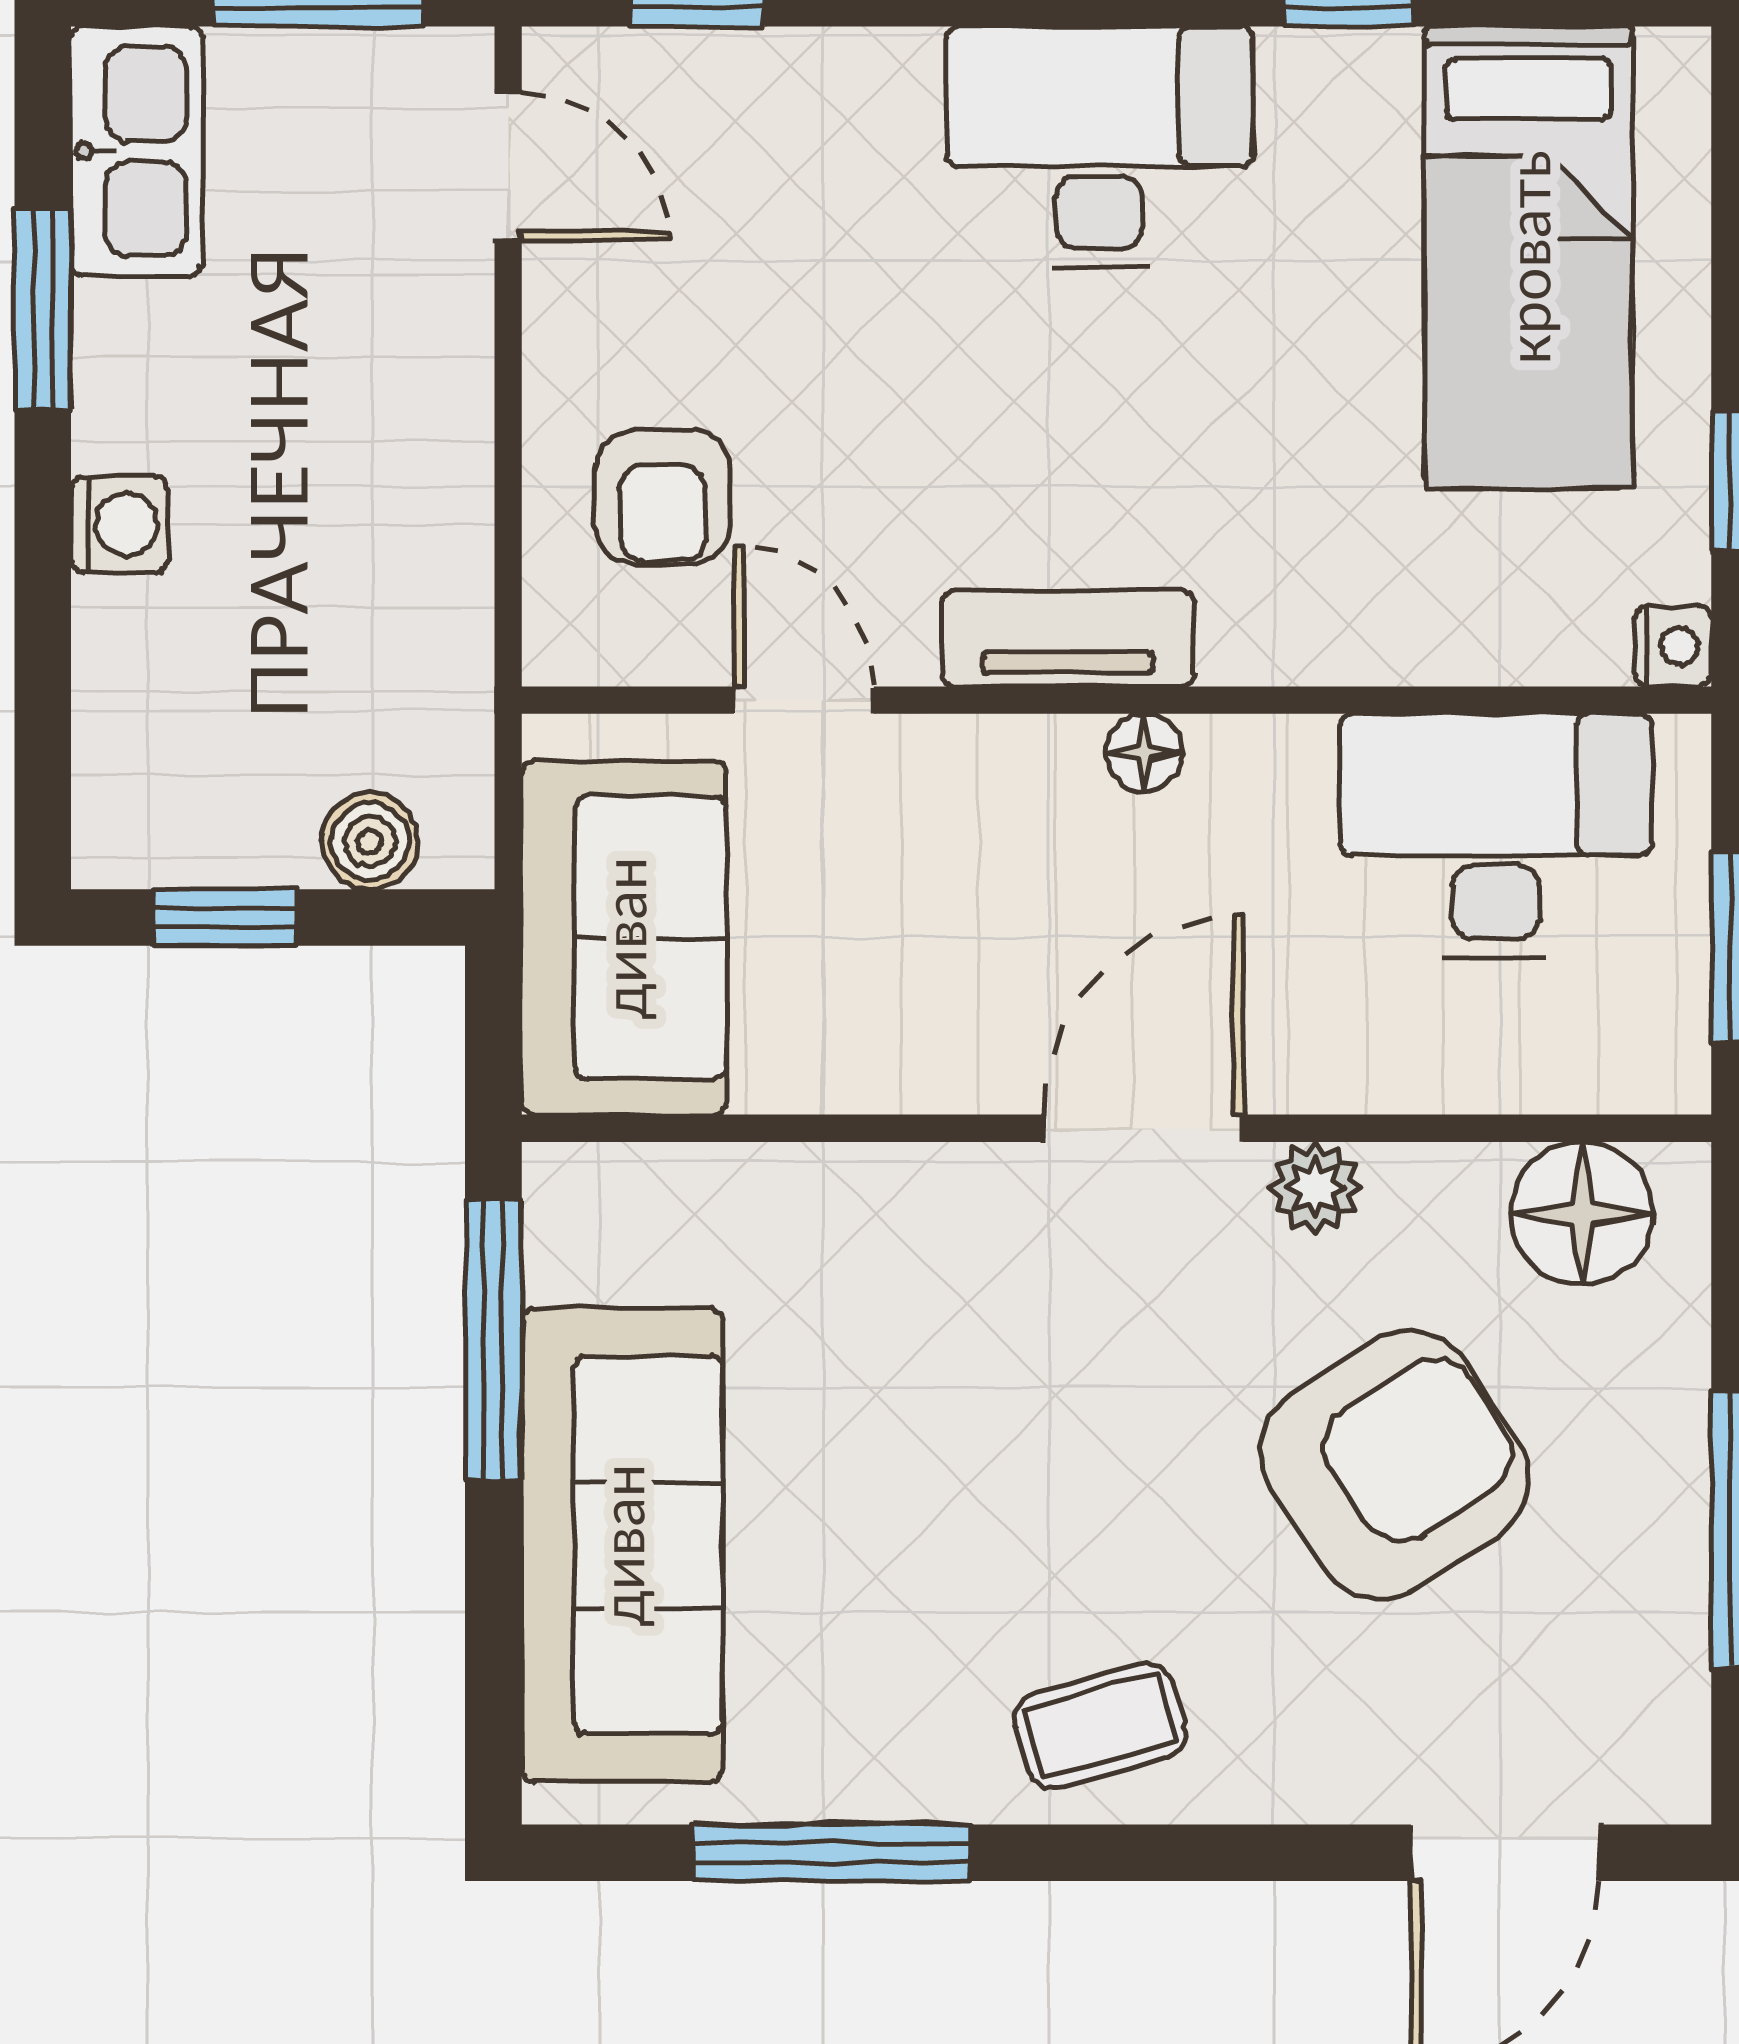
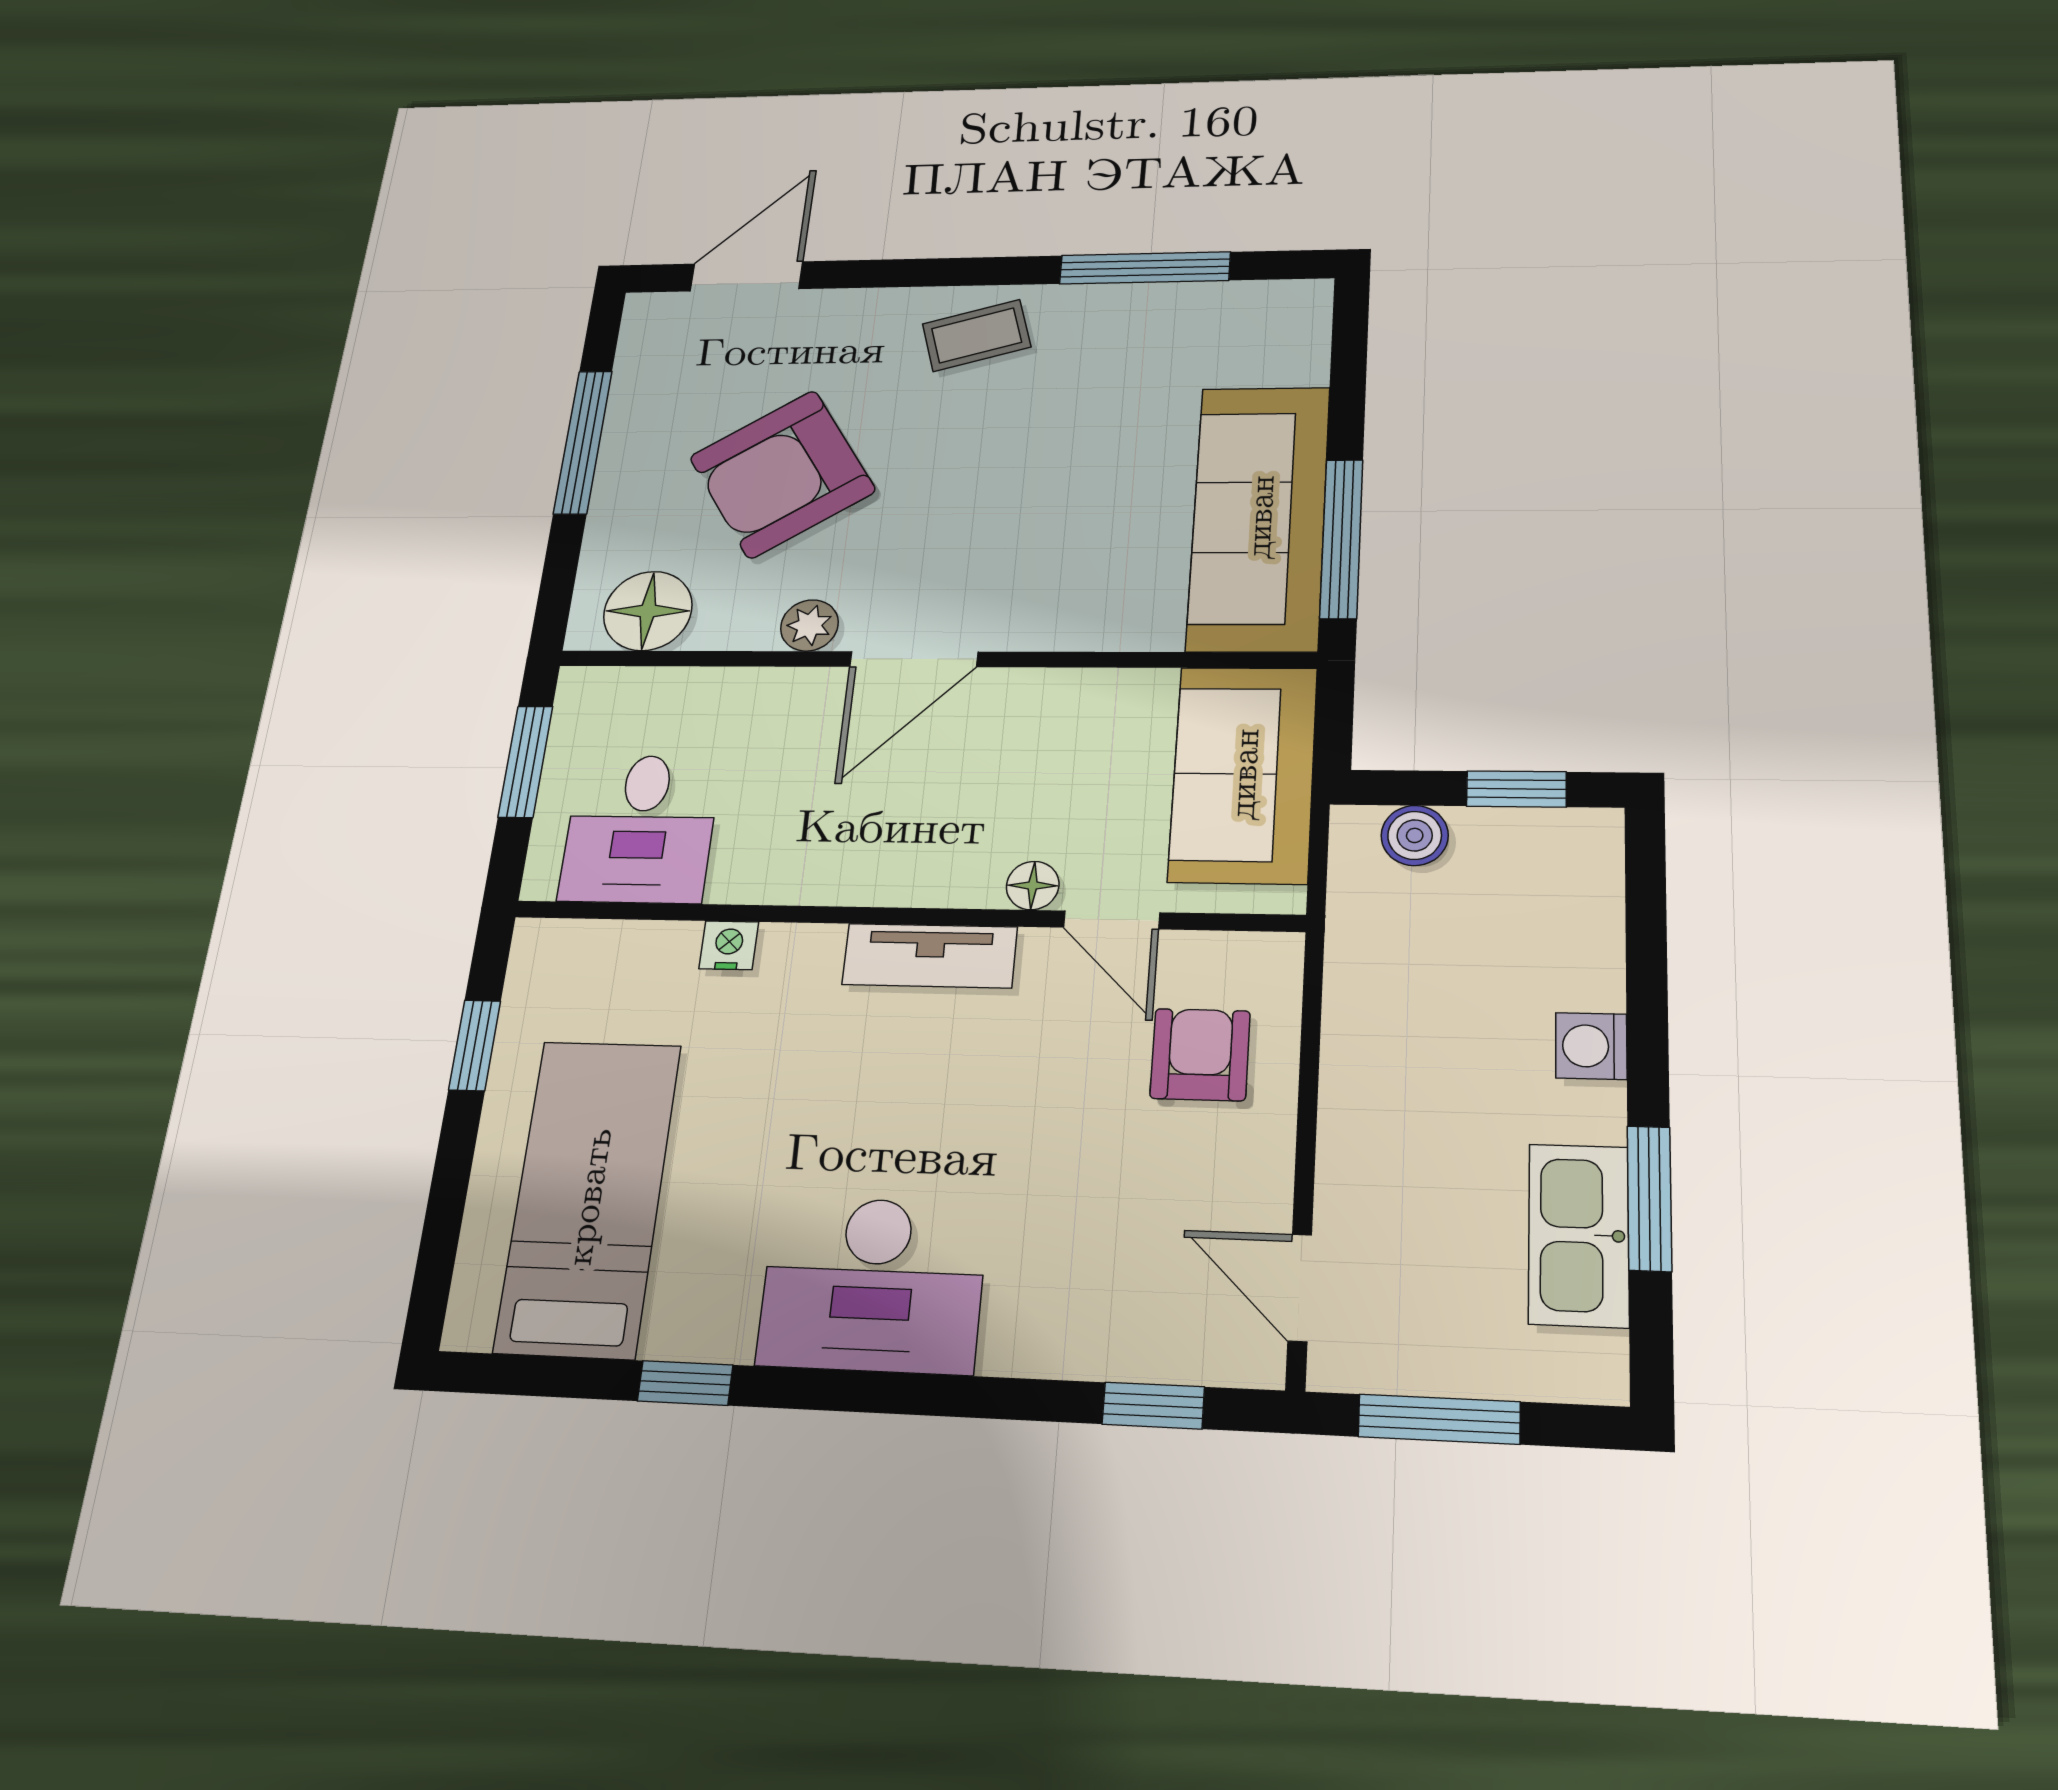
kitchen sink: (137, 151) -> (1579, 1235), moved
nightstand: (1673, 646) -> (729, 945), moved, turned 90
floor lamp: (1144, 753) -> (1033, 886), moved
desk: (1496, 836) -> (640, 829), width x0.73
sofa: (622, 1545) -> (1259, 517), moved

